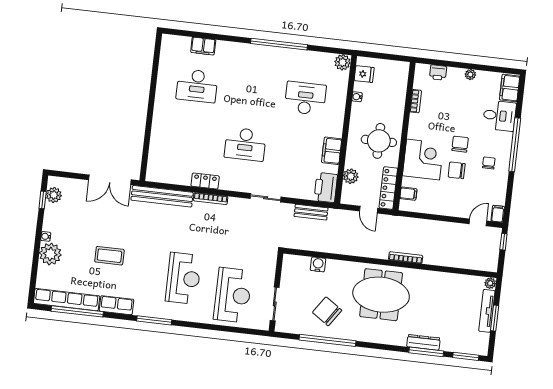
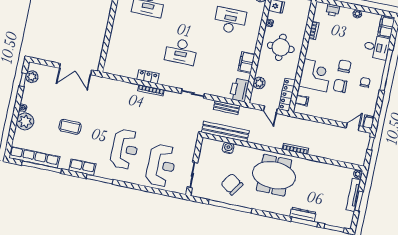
round table: (379, 141) -> (281, 47), moved
bench: (162, 196) -> (225, 132), moved
row of seats: (116, 305) -> (82, 167), moved

